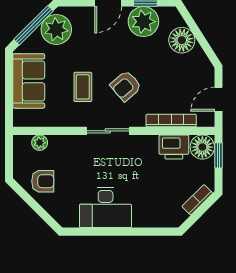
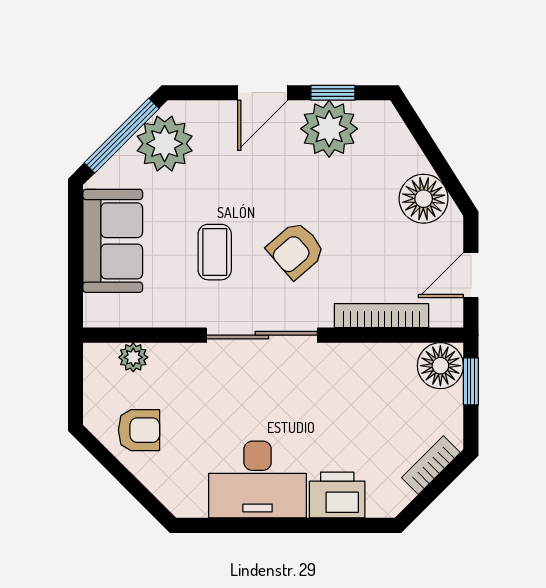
floor lamp: (182, 40) -> (424, 199), moved
sliding door: (108, 131) -> (262, 335), width x1.37
printer: (174, 147) -> (337, 495), moved, turned 180

